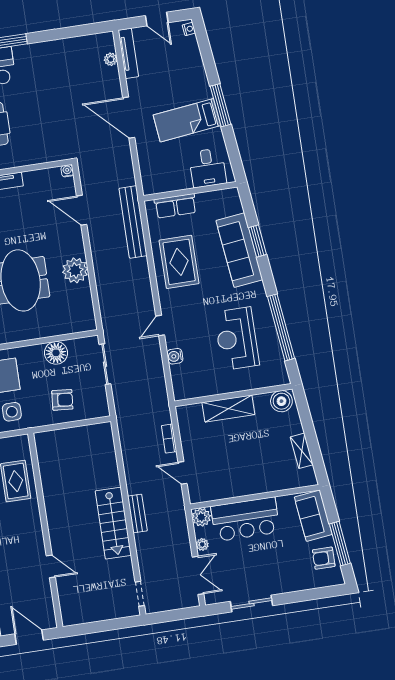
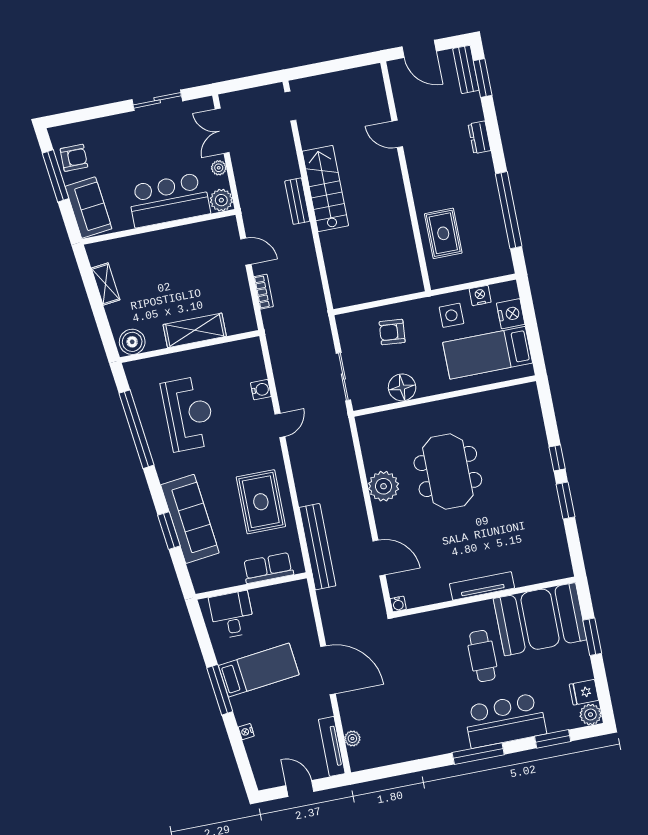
nightstand: (189, 29) -> (246, 732), moved

